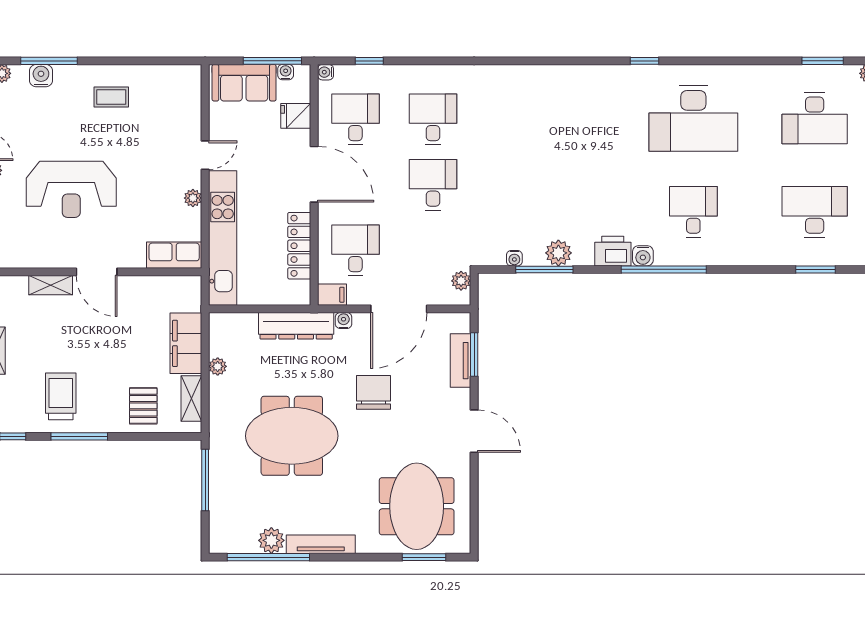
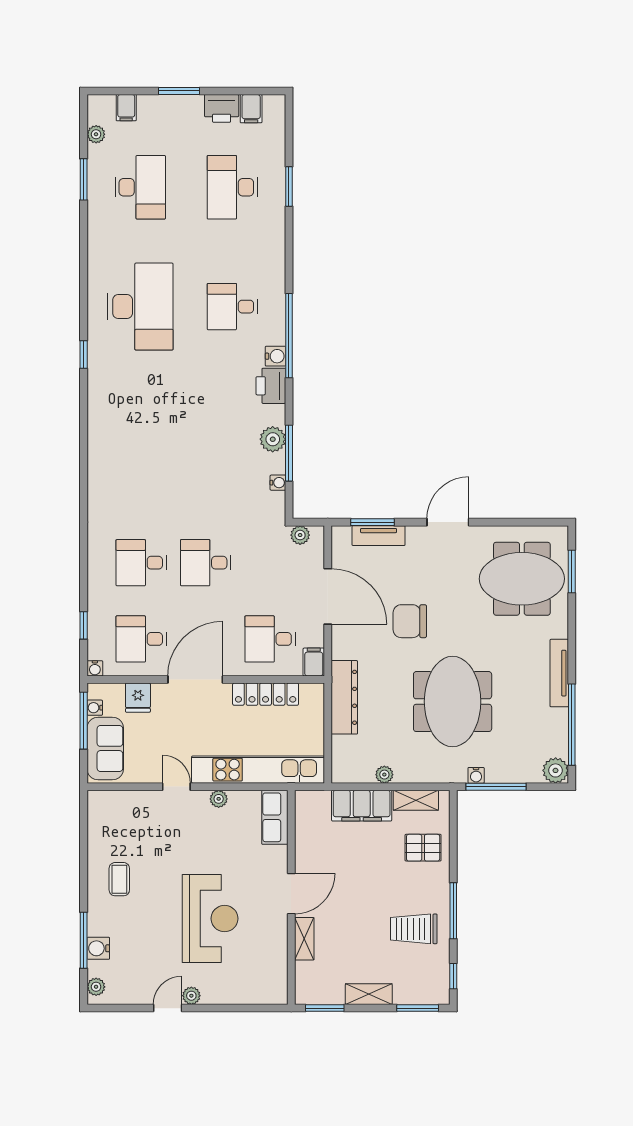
water cooler: (344, 321) -> (476, 775), moved, turned -90
plant: (271, 540) -> (556, 770), moved

